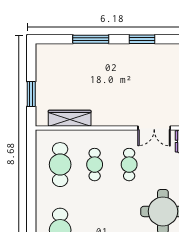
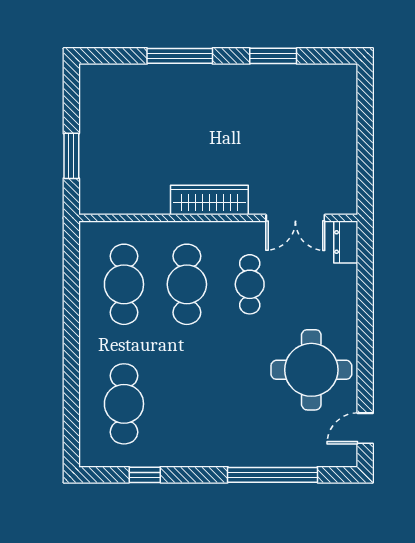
wardrobe: (70, 118) -> (209, 200), moved
cafe table: (95, 165) -> (187, 284), width x1.37, depth x1.35

